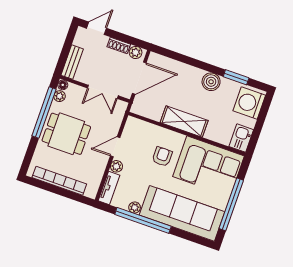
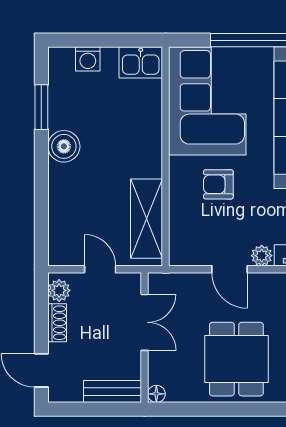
door: (139, 78) -> (100, 269), width x0.53
plant: (60, 96) -> (177, 393), removed
washing machine: (249, 103) -> (88, 59), width x0.53, depth x0.53
window: (44, 112) -> (214, 409), removed
shelving: (184, 122) -> (147, 219), moved

